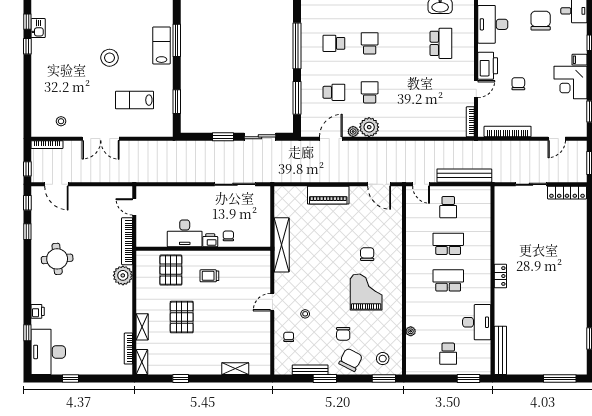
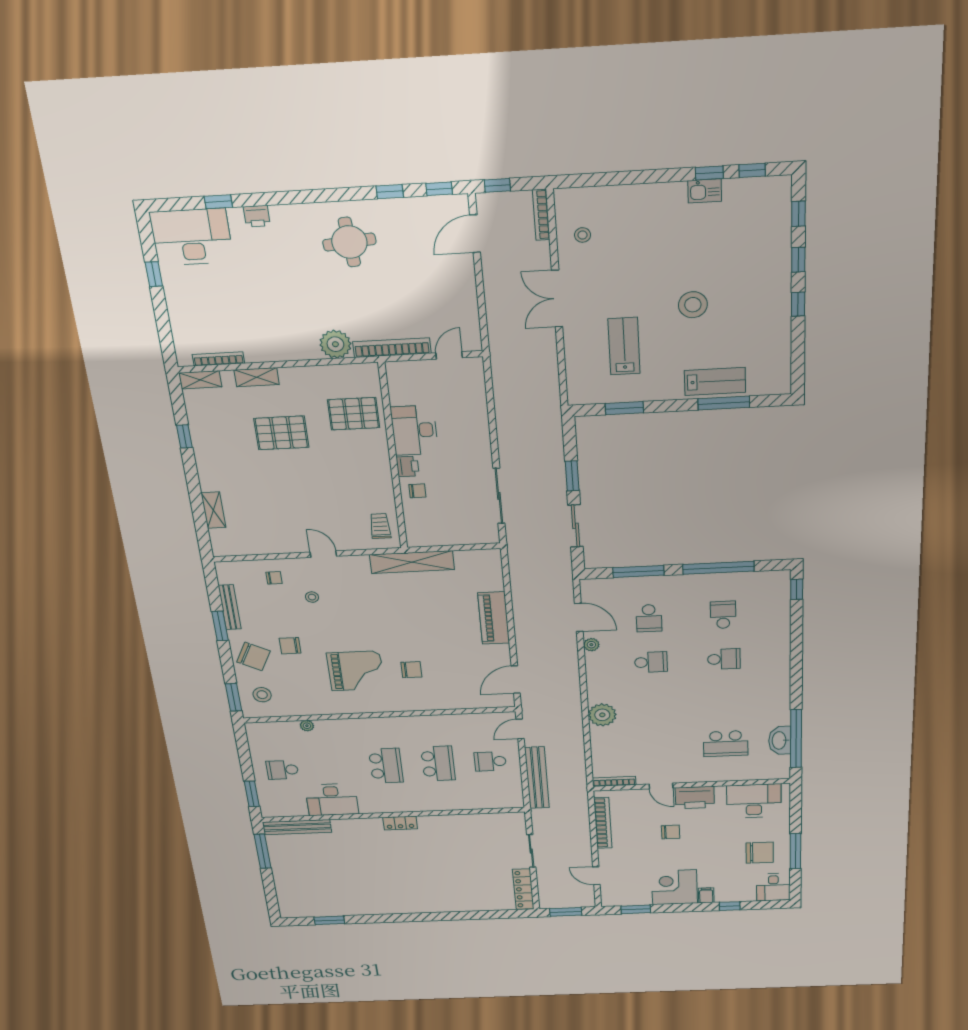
kitchen sink: (38, 28) -> (705, 191), moved
plant: (369, 127) -> (602, 715), moved
trolley: (209, 276) -> (380, 526), moved
window: (560, 379) -> (263, 851), moved

